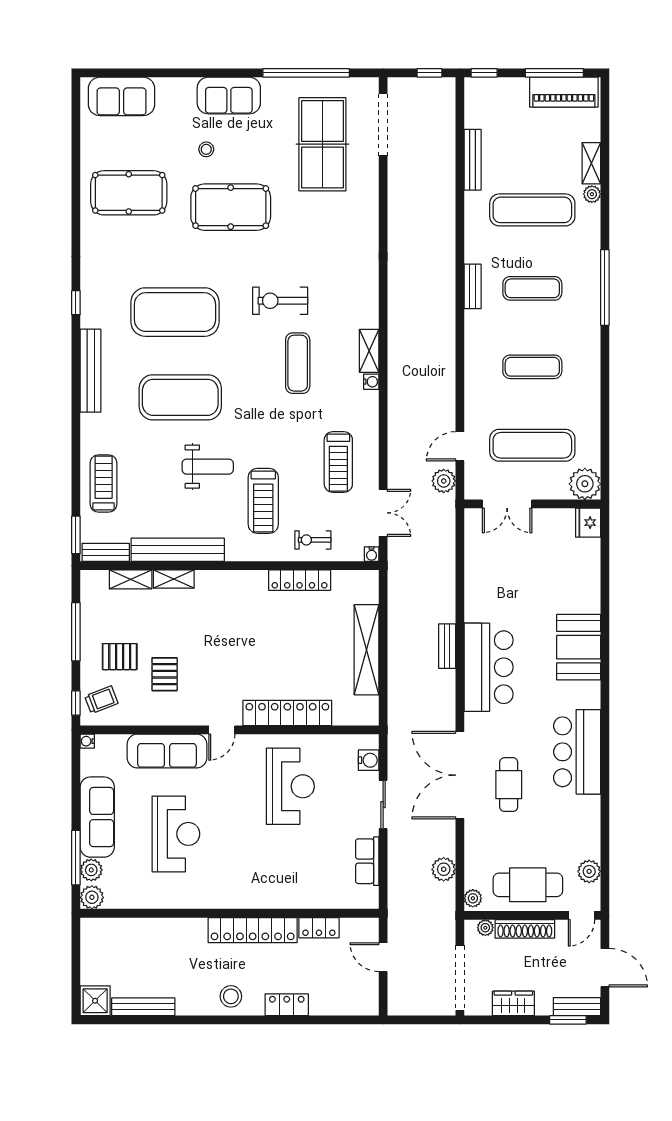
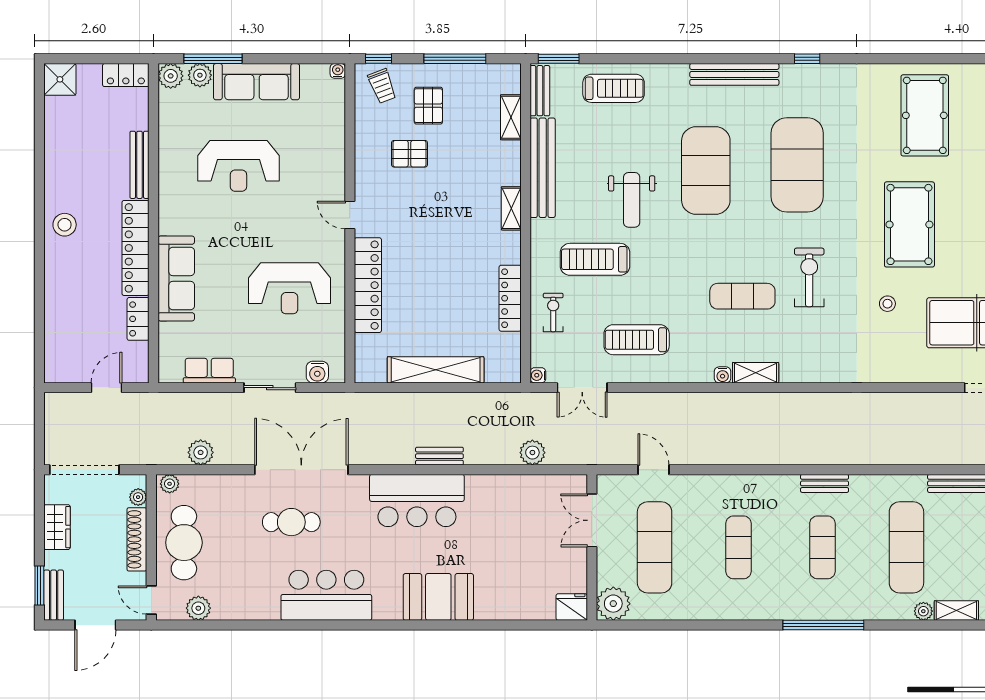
stool: (206, 149) -> (887, 304), moved
plant: (444, 481) -> (532, 453), moved
shelving: (174, 579) -> (511, 208), moved
sofa: (167, 751) -> (176, 278), moved, turned 180
locker: (287, 1005) -> (126, 75), moved, turned 90
bench: (143, 1007) -> (140, 165), moved

